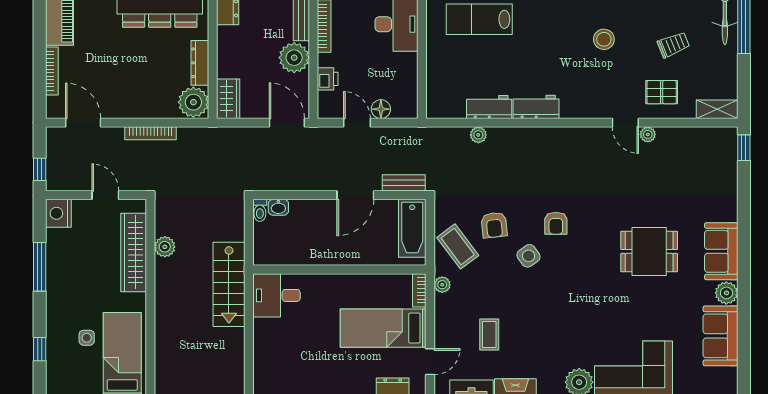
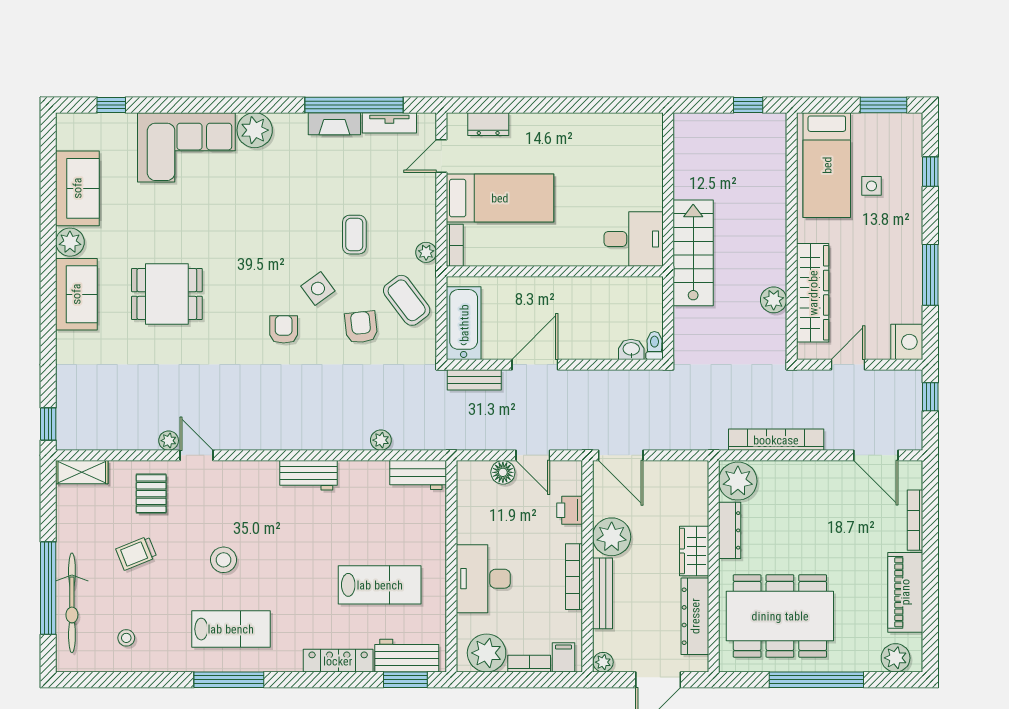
pallet: (662, 92) -> (151, 494), turned 90
wardrobe: (228, 99) -> (694, 551), moved
workbench: (489, 107) -> (418, 475), moved
bookcase: (151, 133) -> (776, 440), width x1.48, depth x1.31
door: (105, 195) -> (848, 365), swing flipped
coffee table: (489, 334) -> (354, 235), moved

